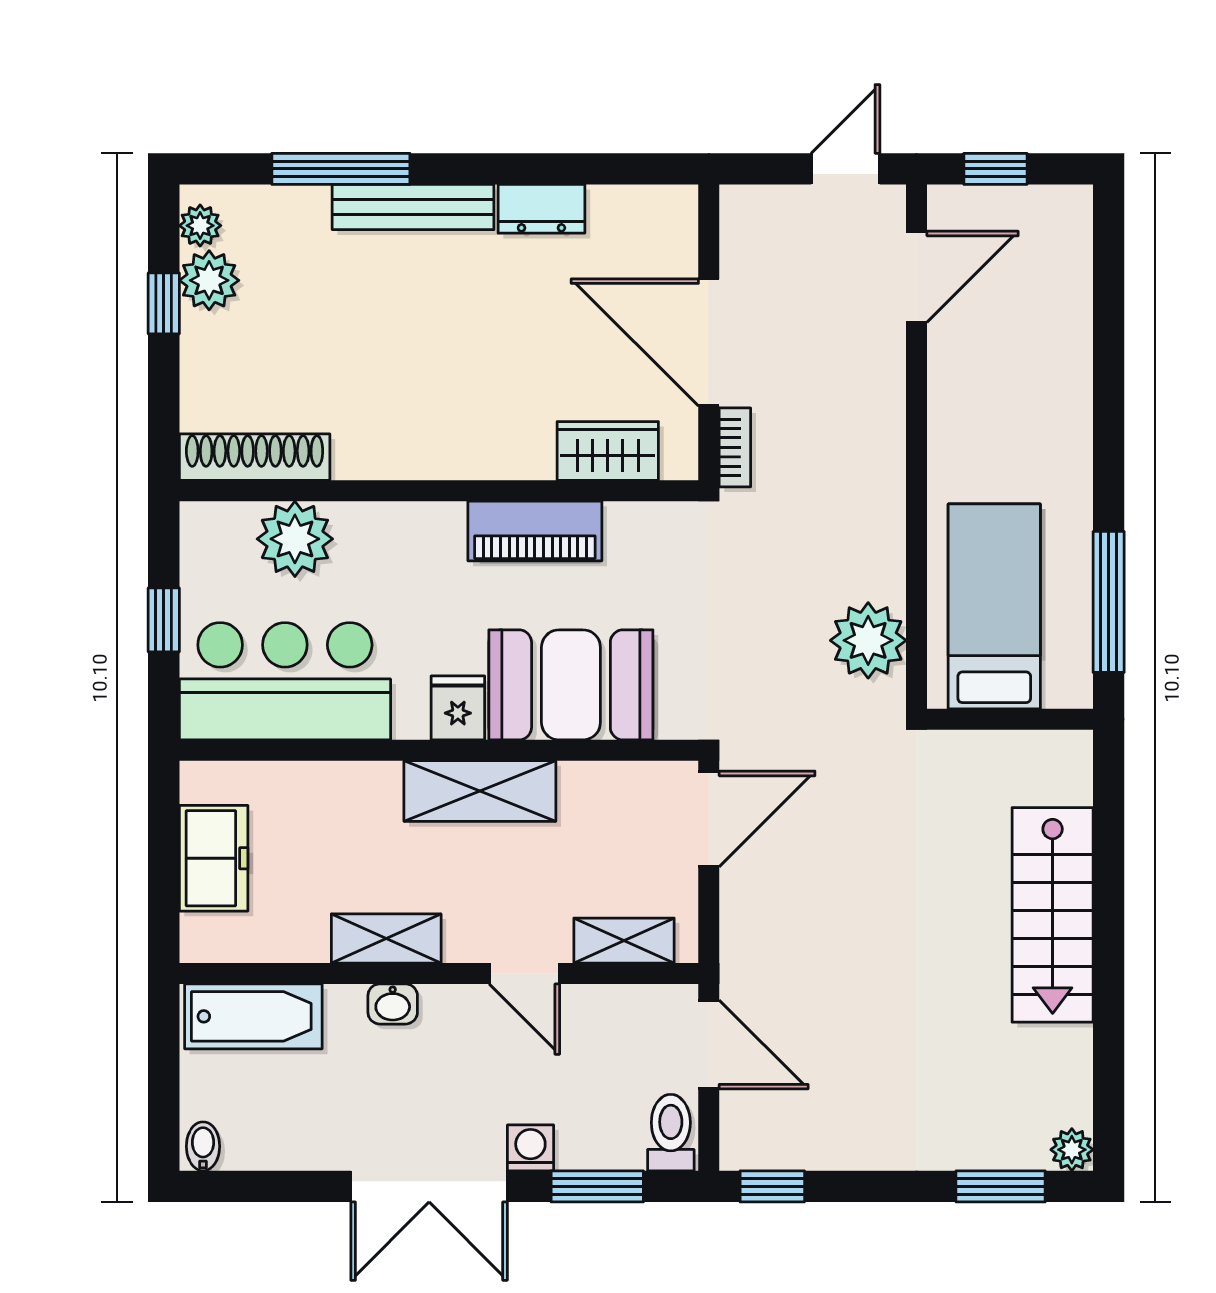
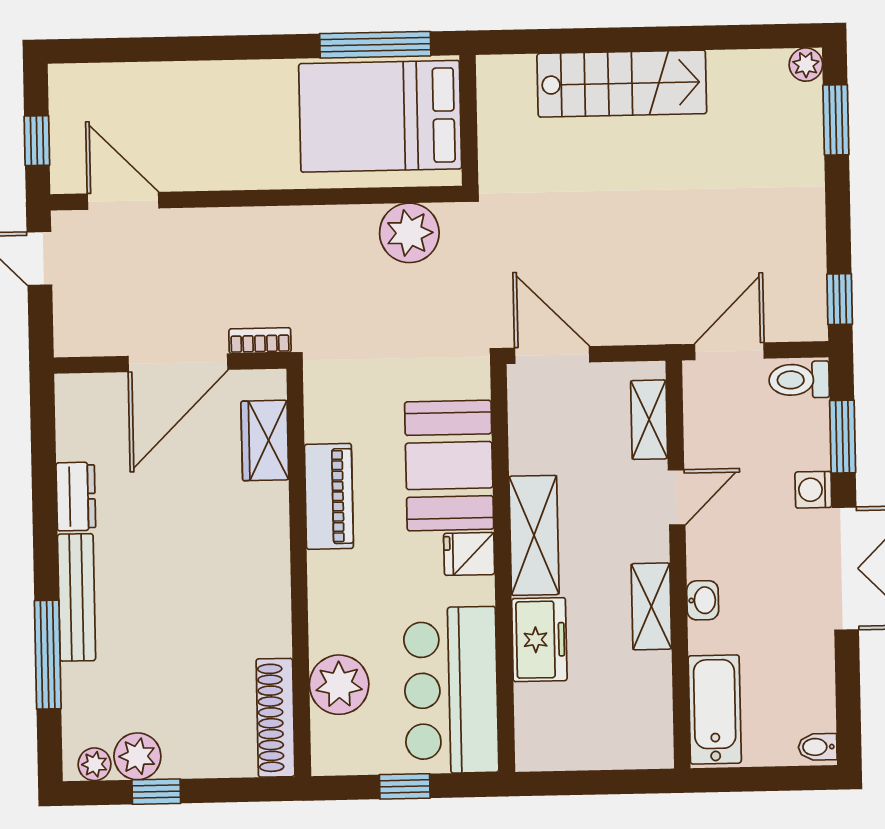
bed: (994, 606) -> (380, 116), width x1.50
freezer: (214, 858) -> (539, 640), moved, turned 90

